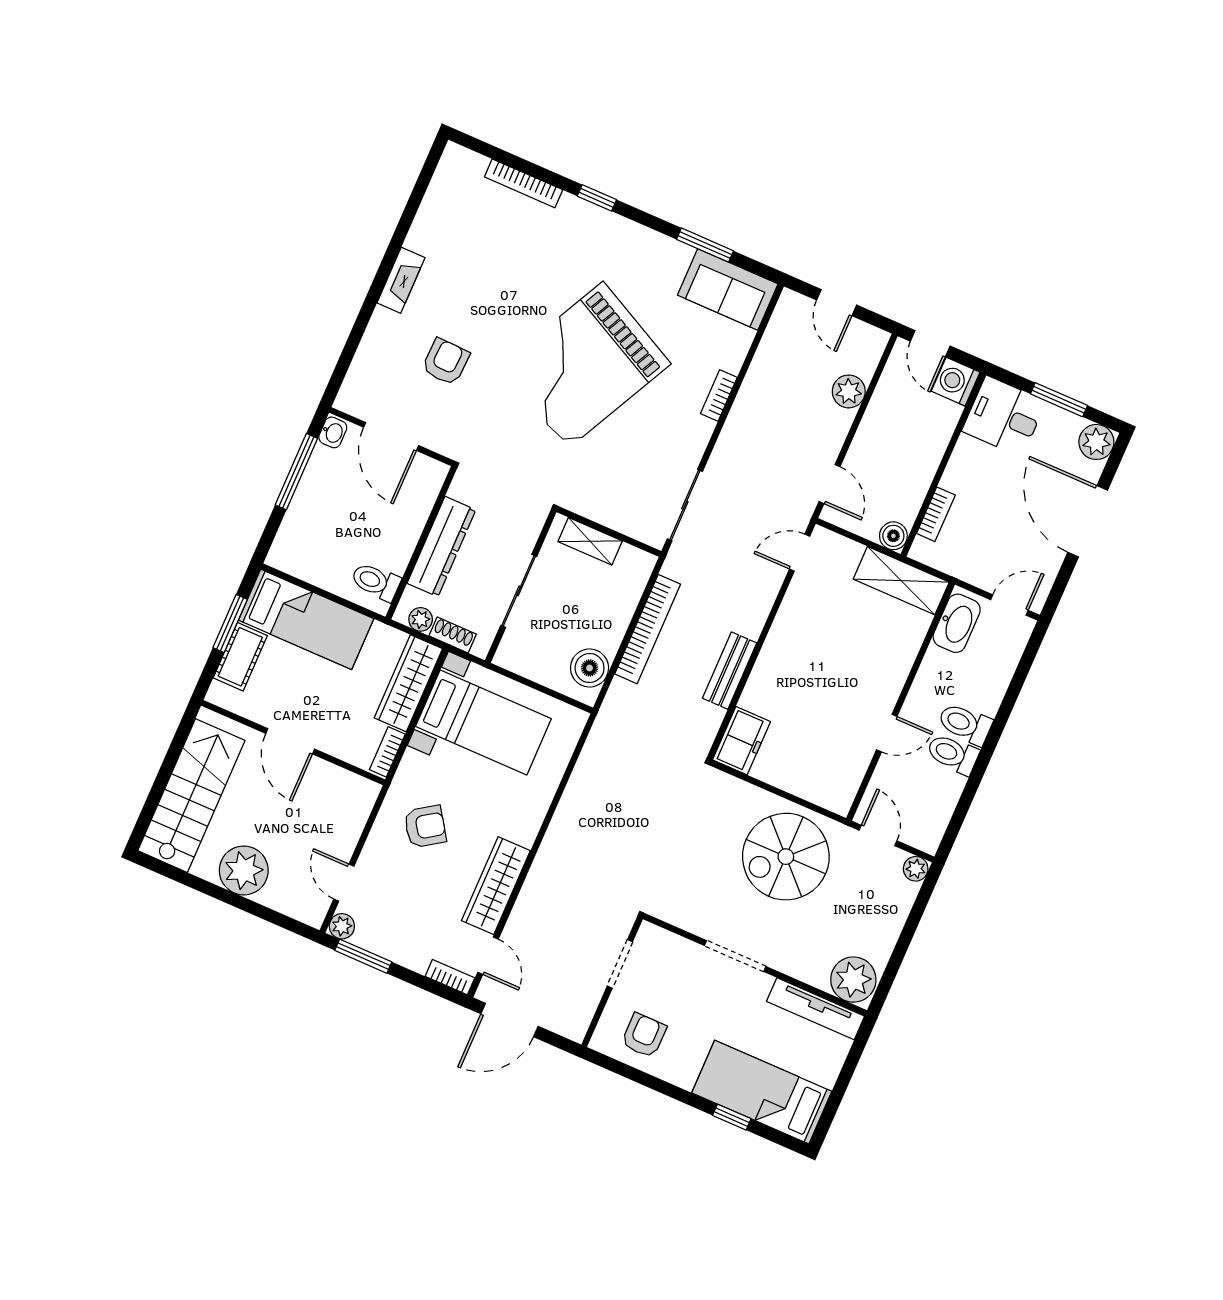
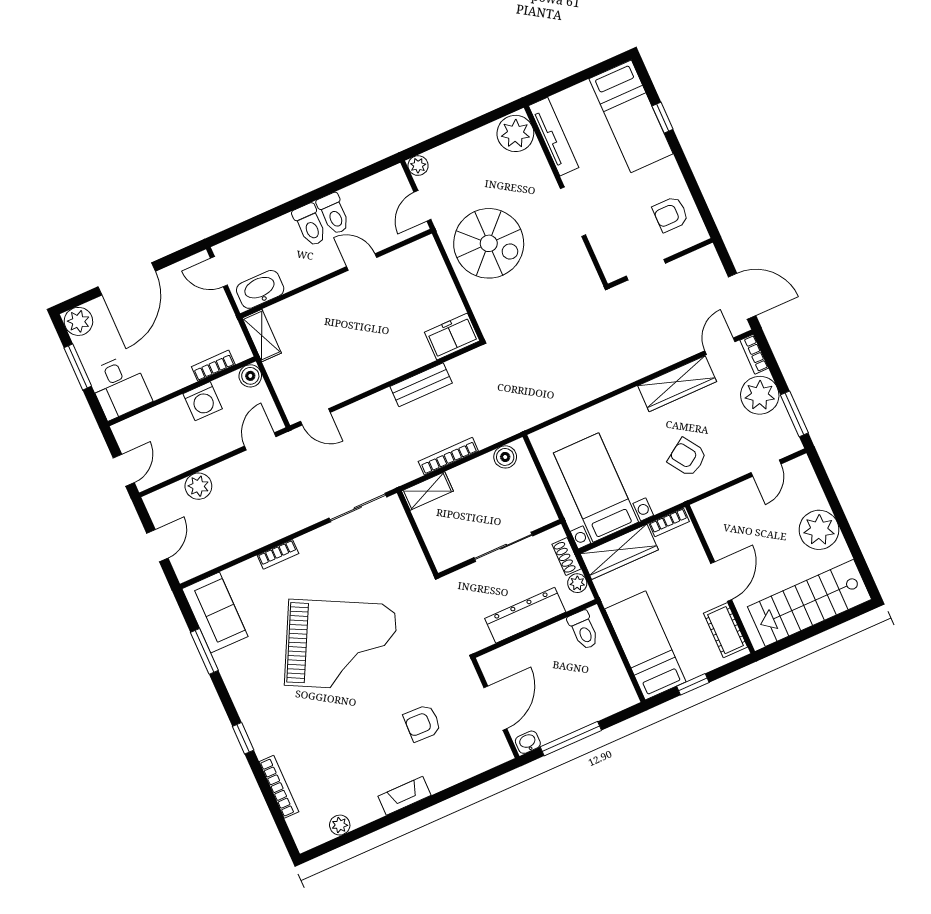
plant: (436, 199) -> (340, 825), added
washing machine: (956, 382) -> (203, 401), moved
shelving: (590, 541) -> (427, 491), moved, turned 90
shelving: (901, 581) -> (262, 335), width x0.67, depth x0.75
window: (230, 623) -> (693, 684), width x0.67
bookcase: (648, 629) -> (448, 456), width x0.68, depth x0.76
cot: (240, 657) -> (726, 630), moved, turned 90
boiler: (590, 668) -> (505, 457), width x0.73, depth x0.73
plant: (342, 926) -> (760, 395), moved, width x1.87, depth x1.87

